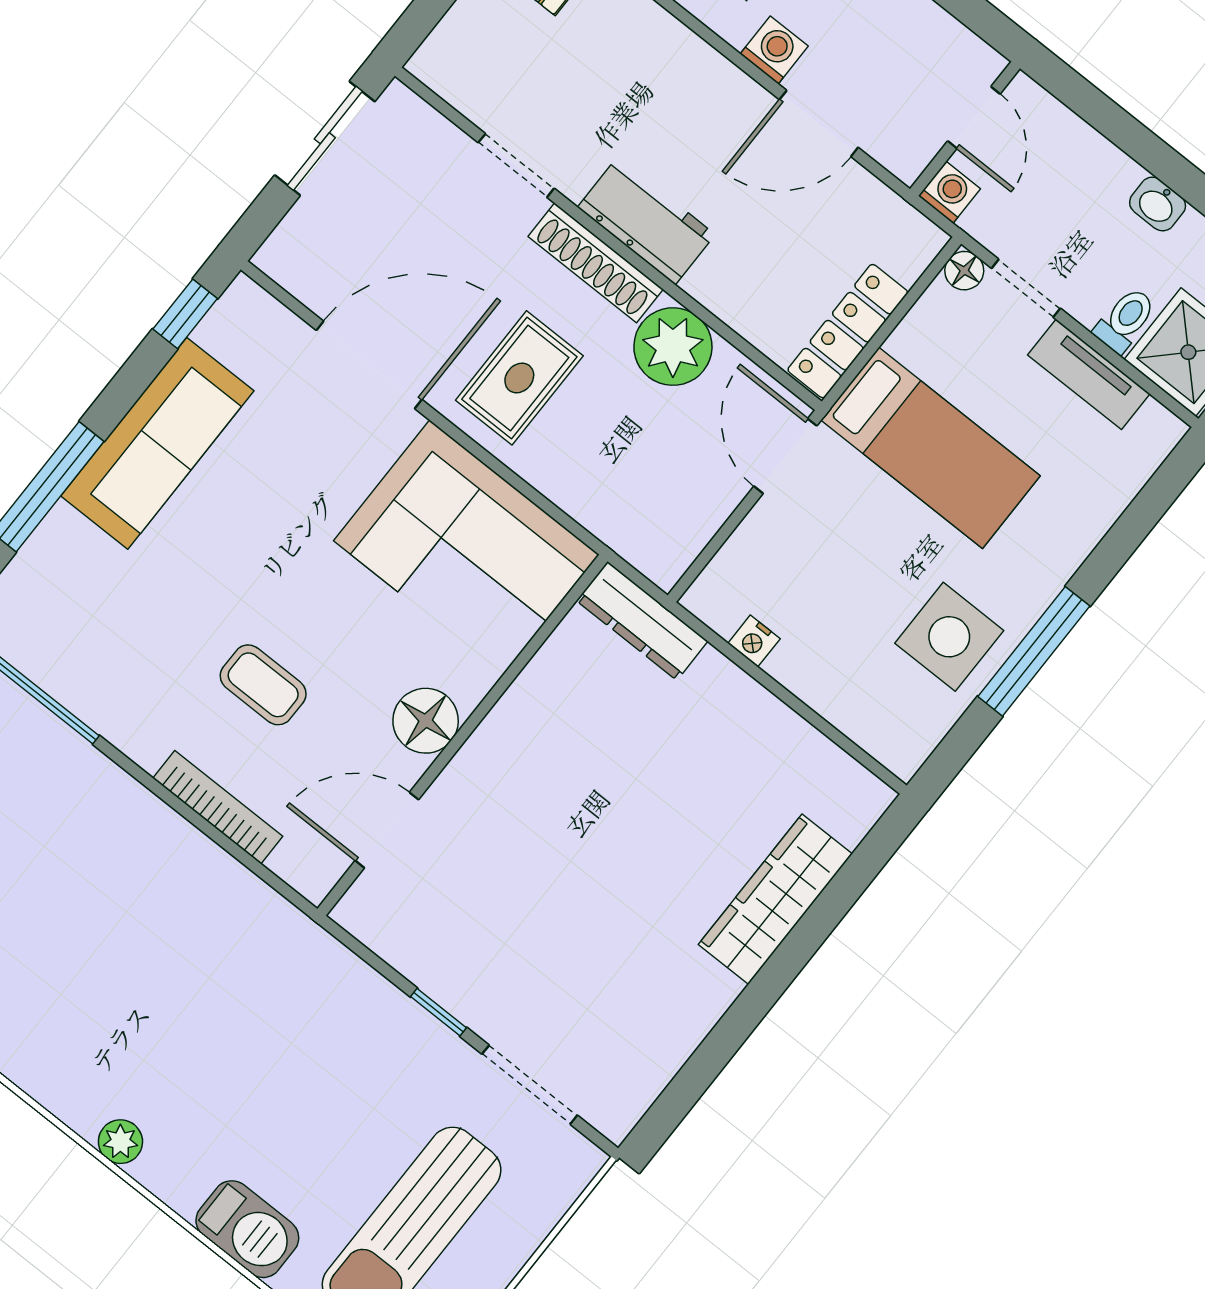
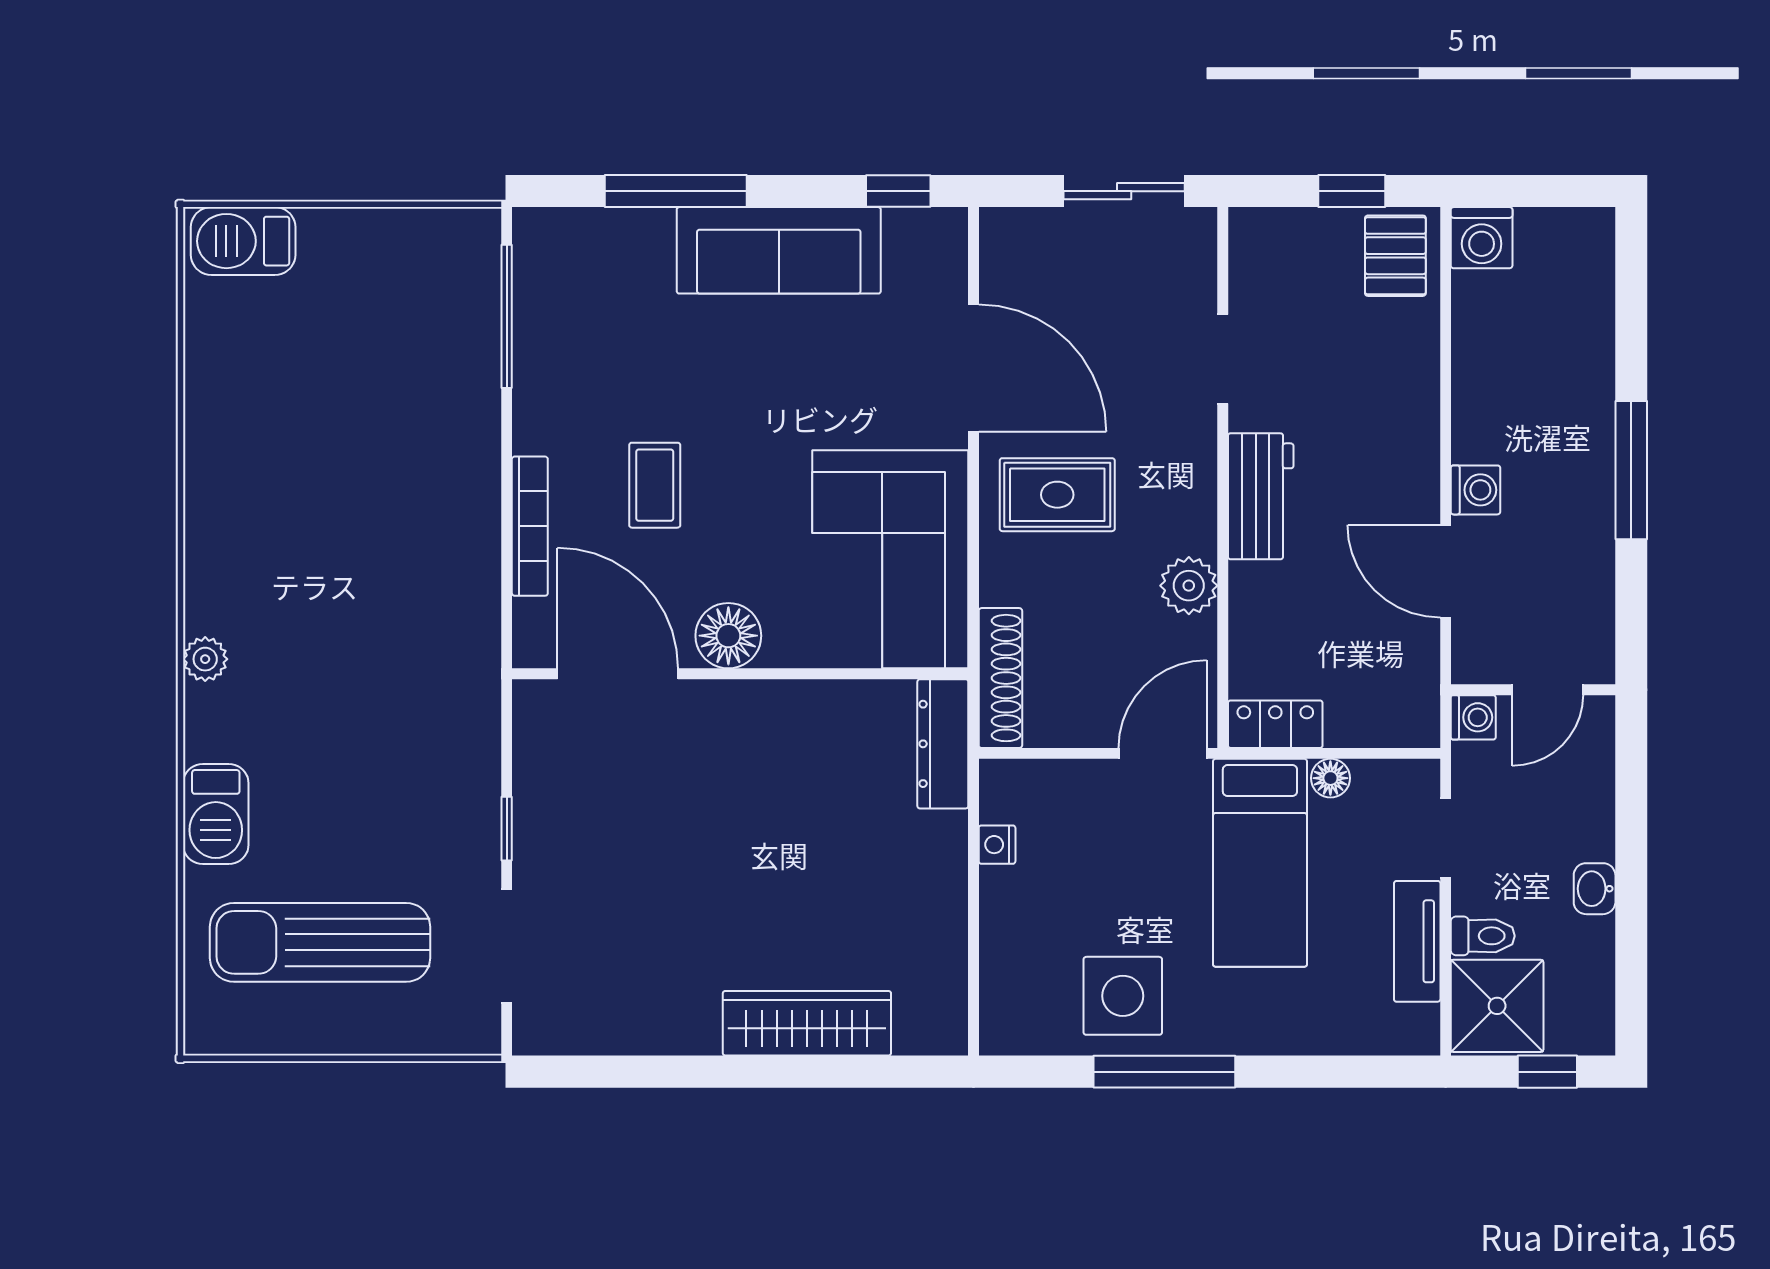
shoe rack: (596, 263) -> (1000, 678), moved, turned 180
floor lamp: (964, 271) -> (1330, 778), moved
locker: (848, 331) -> (1275, 724), width x0.66
plant: (673, 347) -> (1189, 586), width x0.73, depth x0.73
door: (387, 830) -> (618, 674), width x1.36

